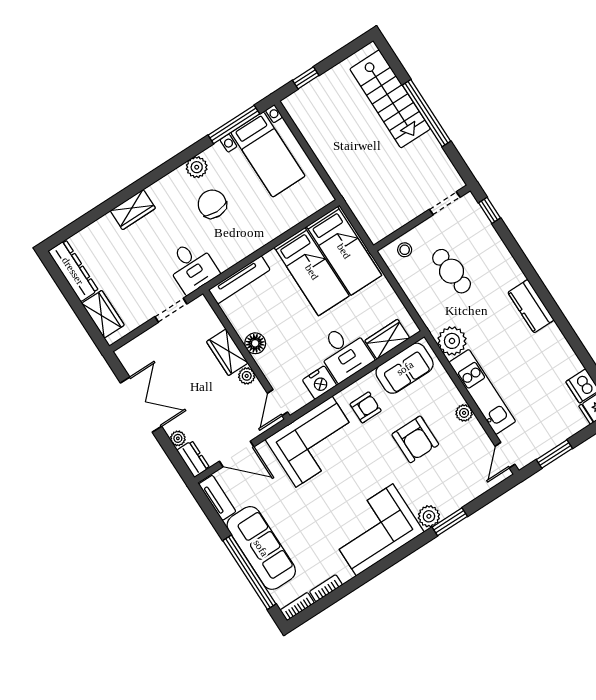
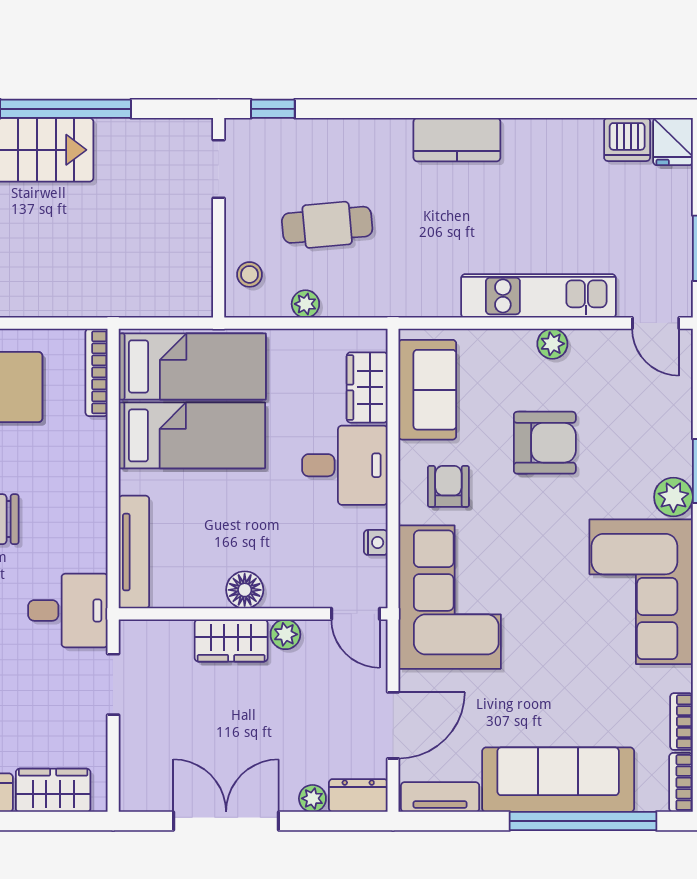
bookcase: (312, 208) -> (97, 372), added
plant: (452, 341) -> (305, 304), moved, width x0.53, depth x0.53
nightstand: (320, 383) -> (376, 542), width x0.53, depth x0.56

